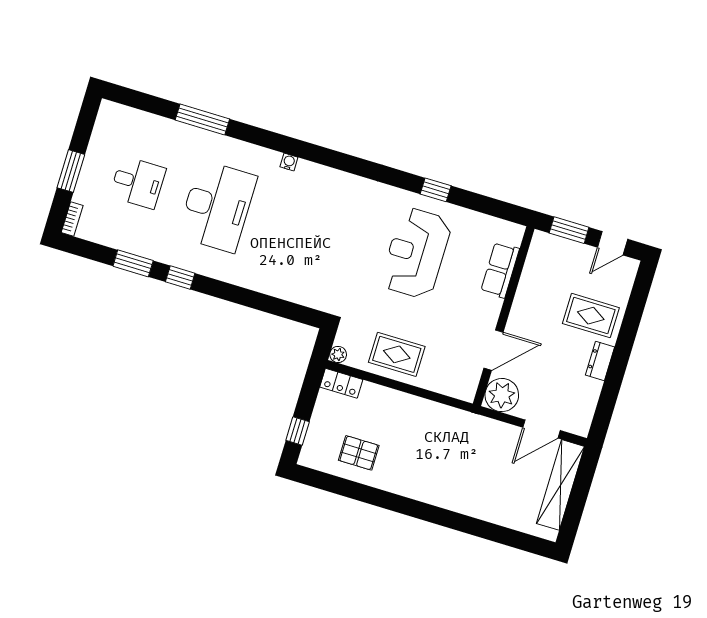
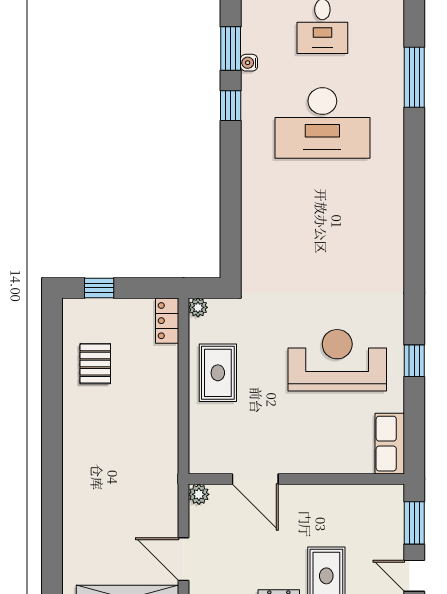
water cooler: (289, 162) -> (249, 63), moved, turned 180
row of seats: (500, 270) -> (390, 444), moved, turned -90
plant: (502, 395) -> (199, 494), width x0.53, depth x0.53

